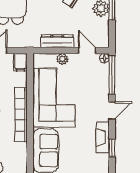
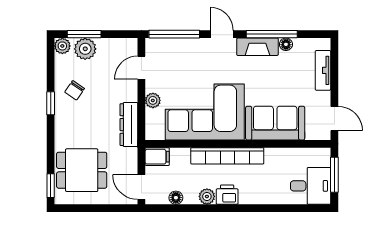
dresser: (57, 41) -> (129, 125), moved
floor lamp: (104, 58) -> (286, 44), moved
window: (112, 148) -> (272, 34), width x2.17

